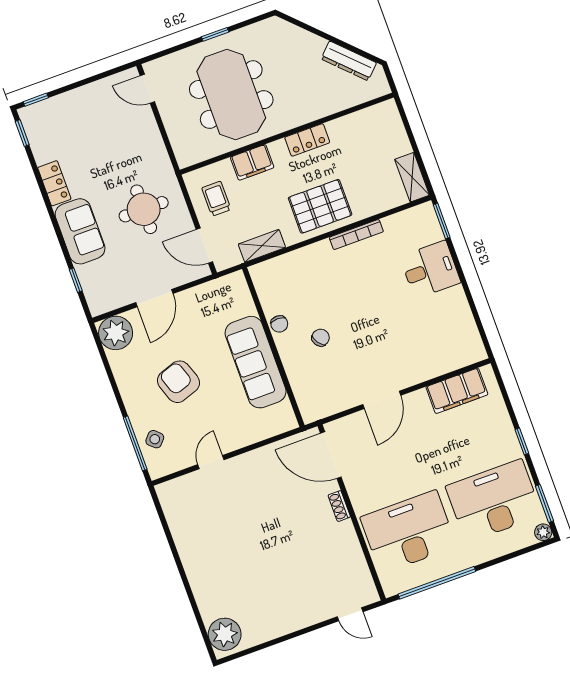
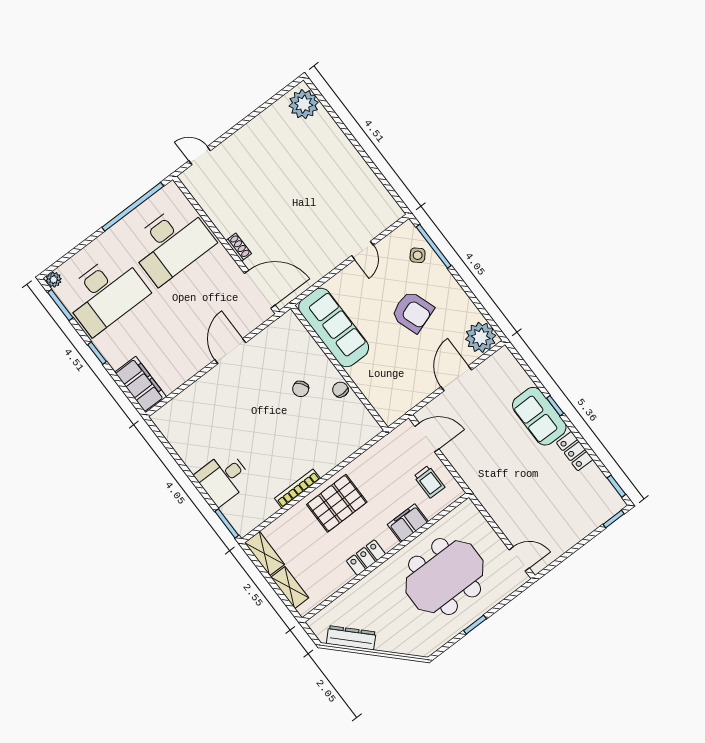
meeting table: (231, 95) -> (445, 577), turned 90
round table: (144, 209) -> (490, 453), removed
shelving: (262, 246) -> (290, 588), moved, turned 90
window: (76, 280) -> (555, 406), moved
sofa: (256, 362) -> (334, 327), moved
filing cabinet: (457, 391) -> (141, 385), moved, turned 90

